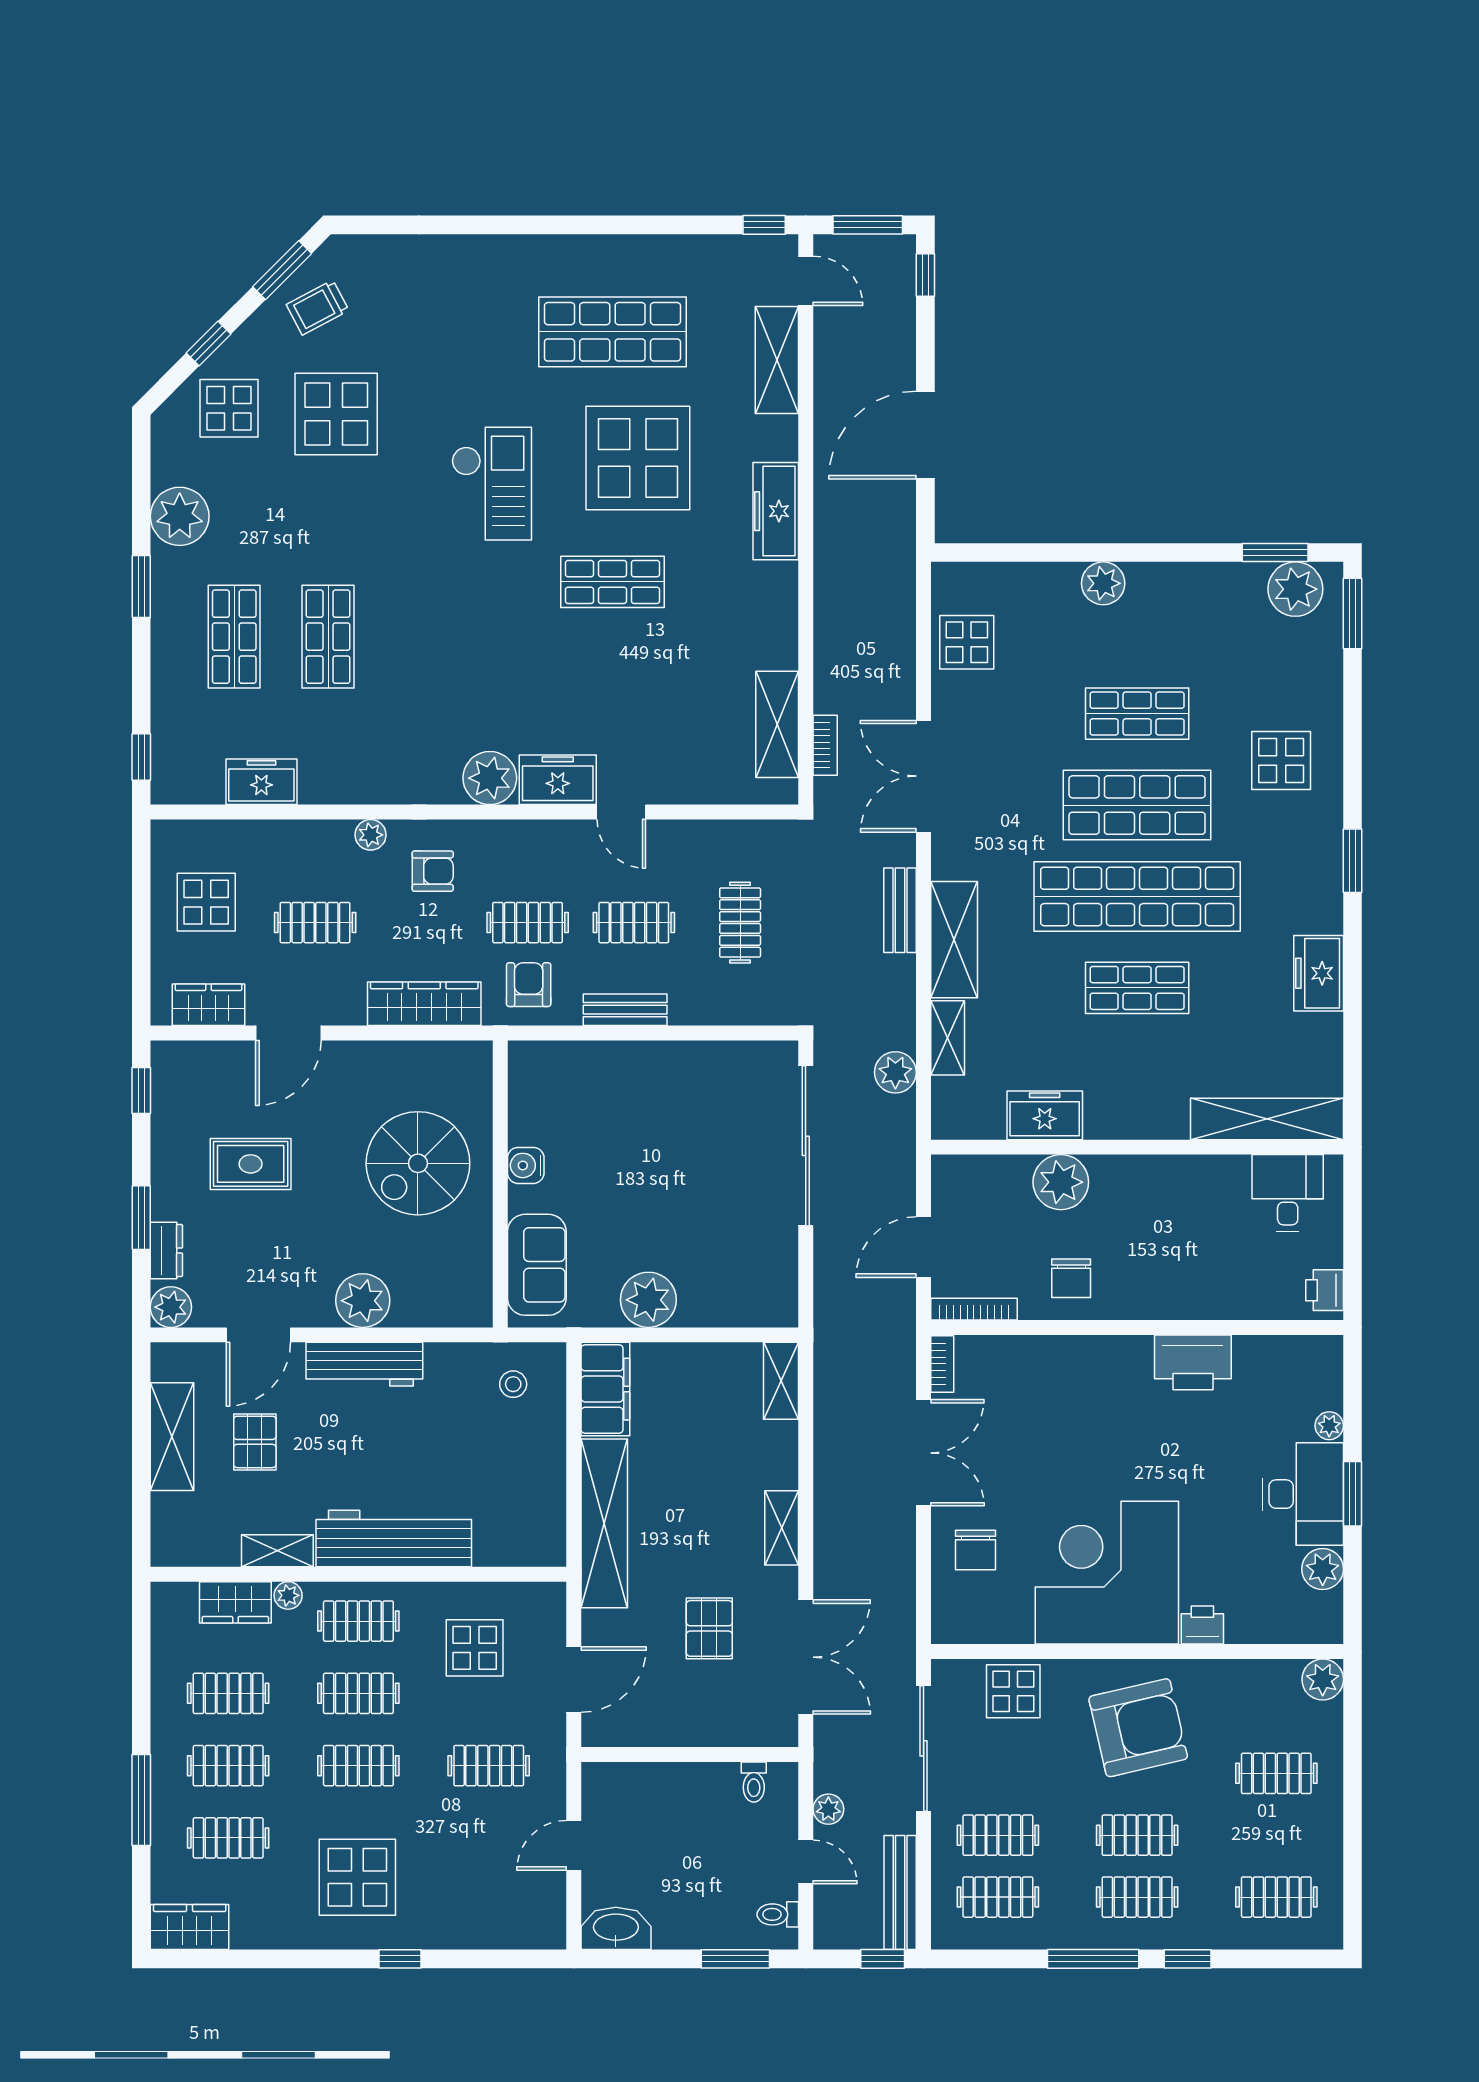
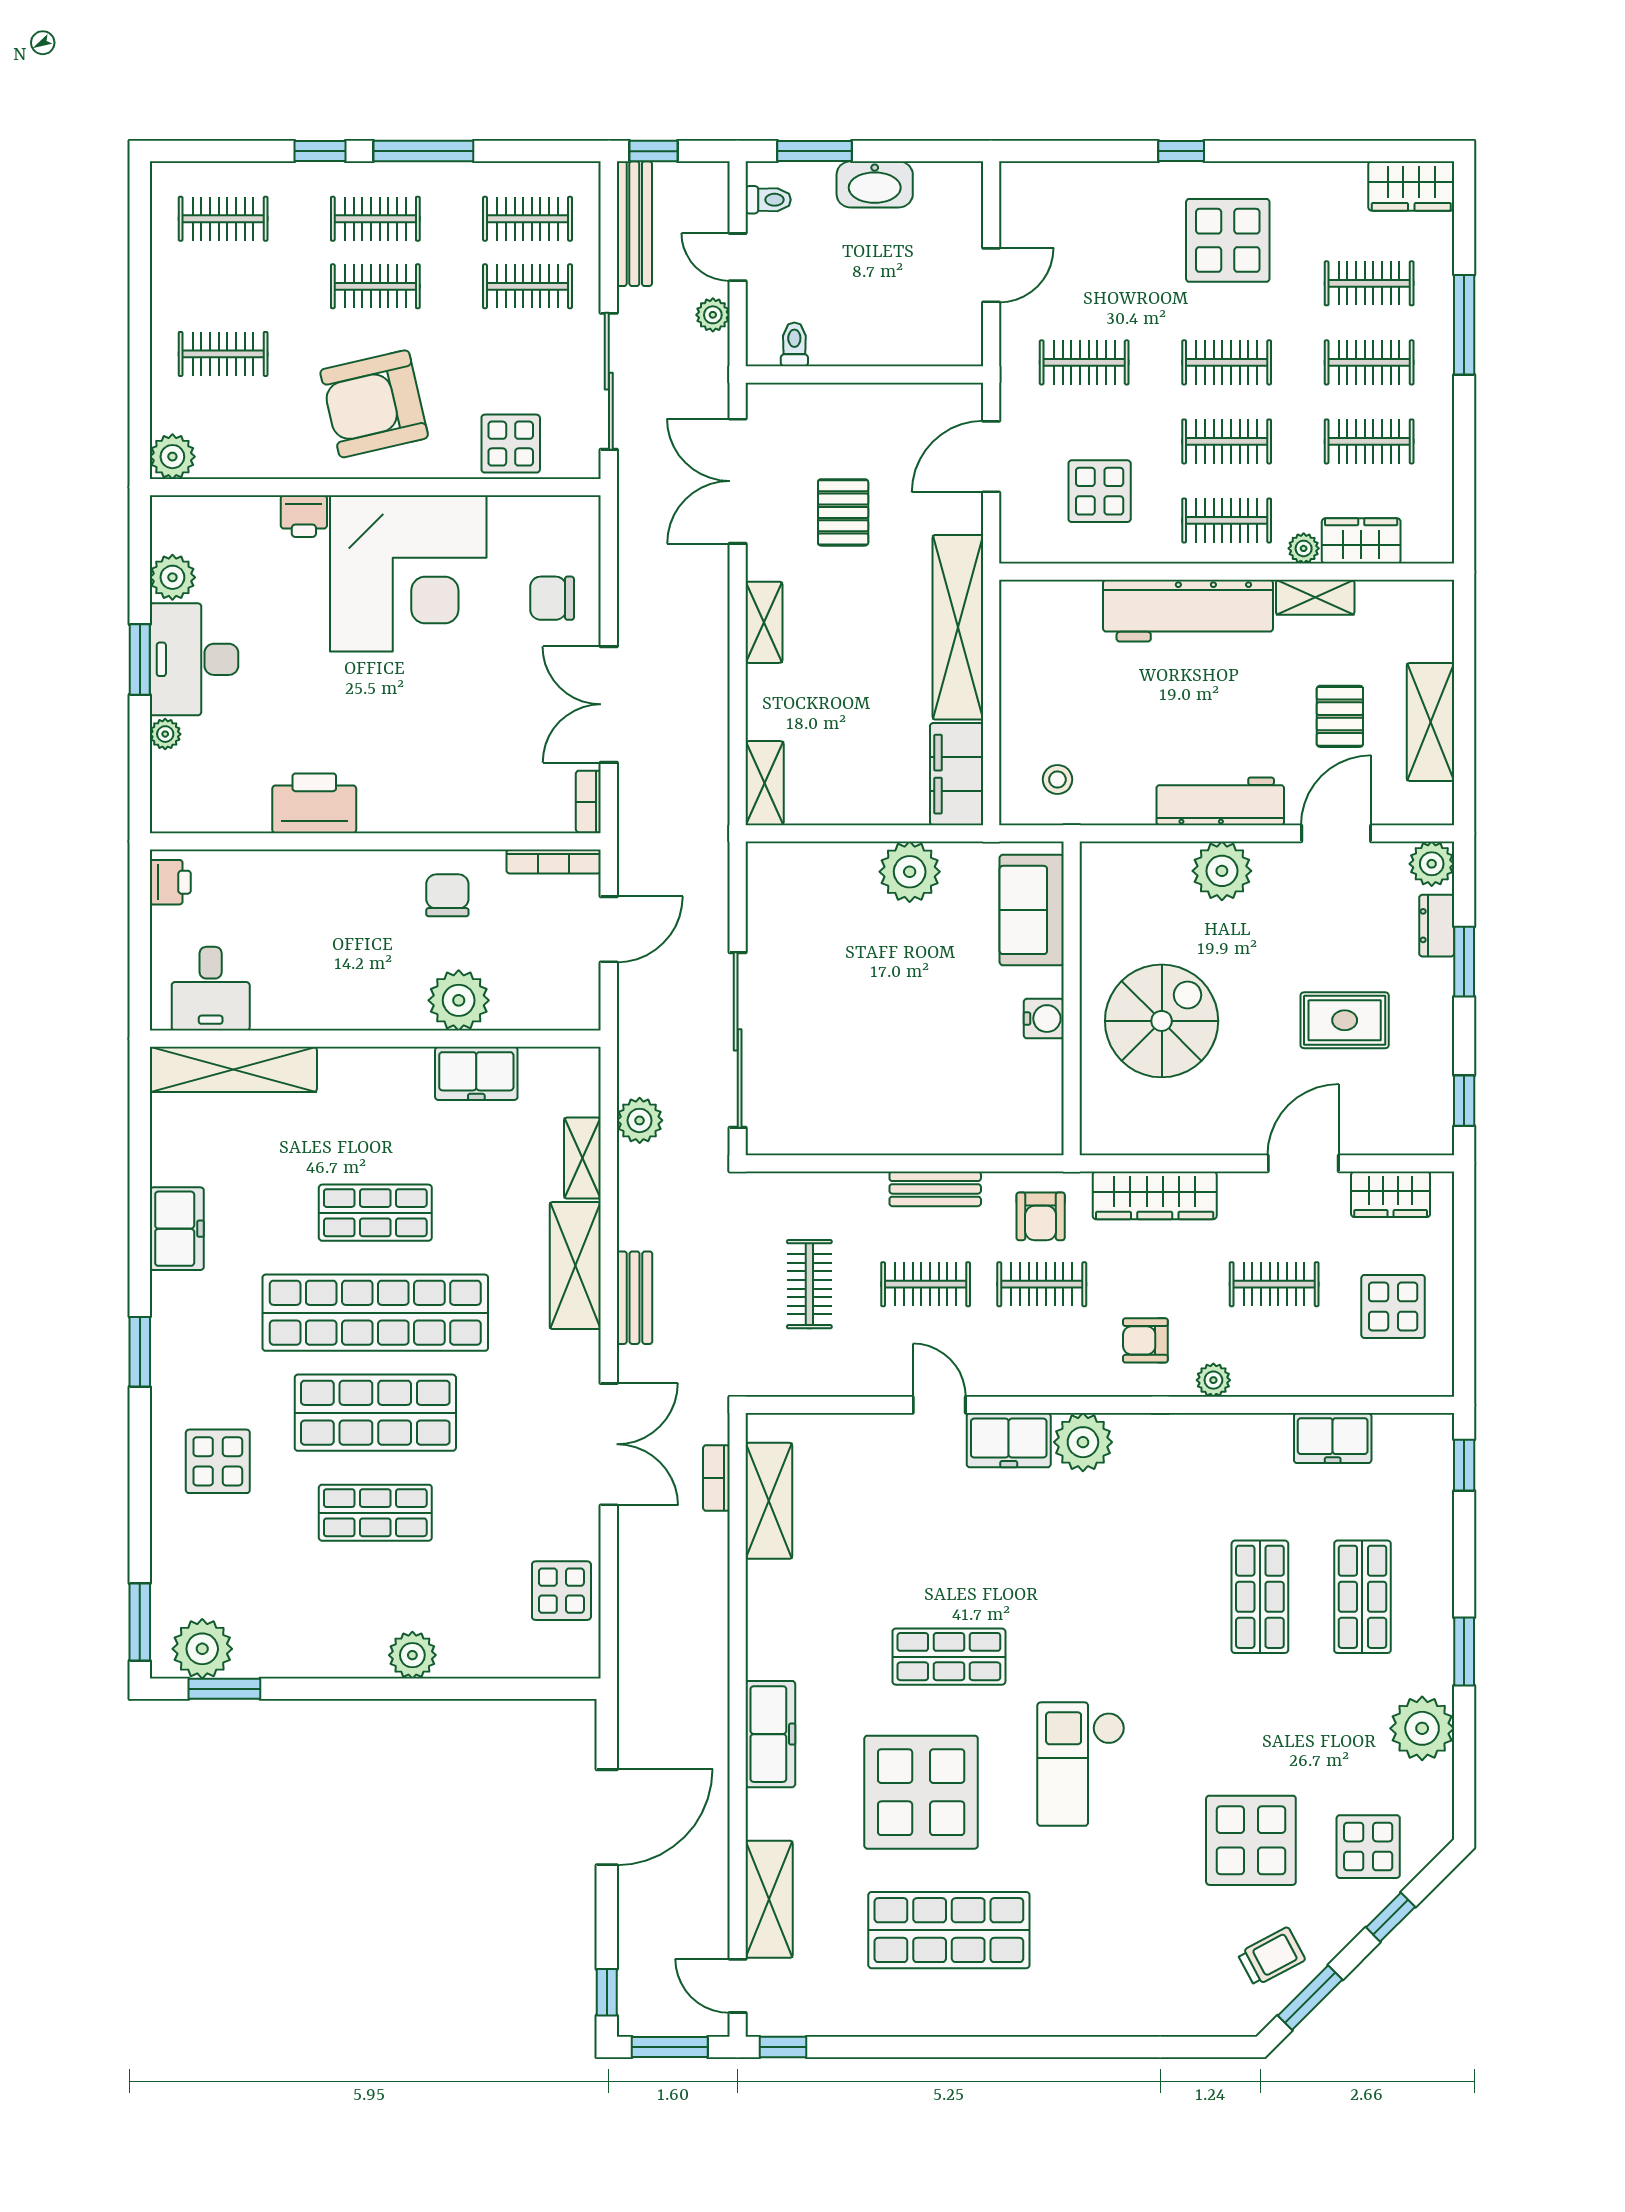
chair: (975, 1550) -> (552, 598), turned -90
washbasin: (616, 1928) -> (875, 184), moved

